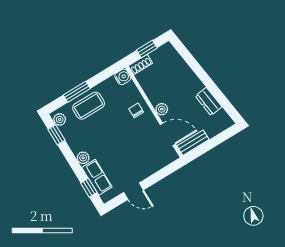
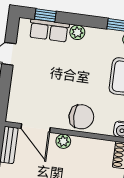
chair: (136, 110) -> (81, 117), width x1.87, depth x1.87
door: (168, 134) -> (36, 128), hinge flipped

